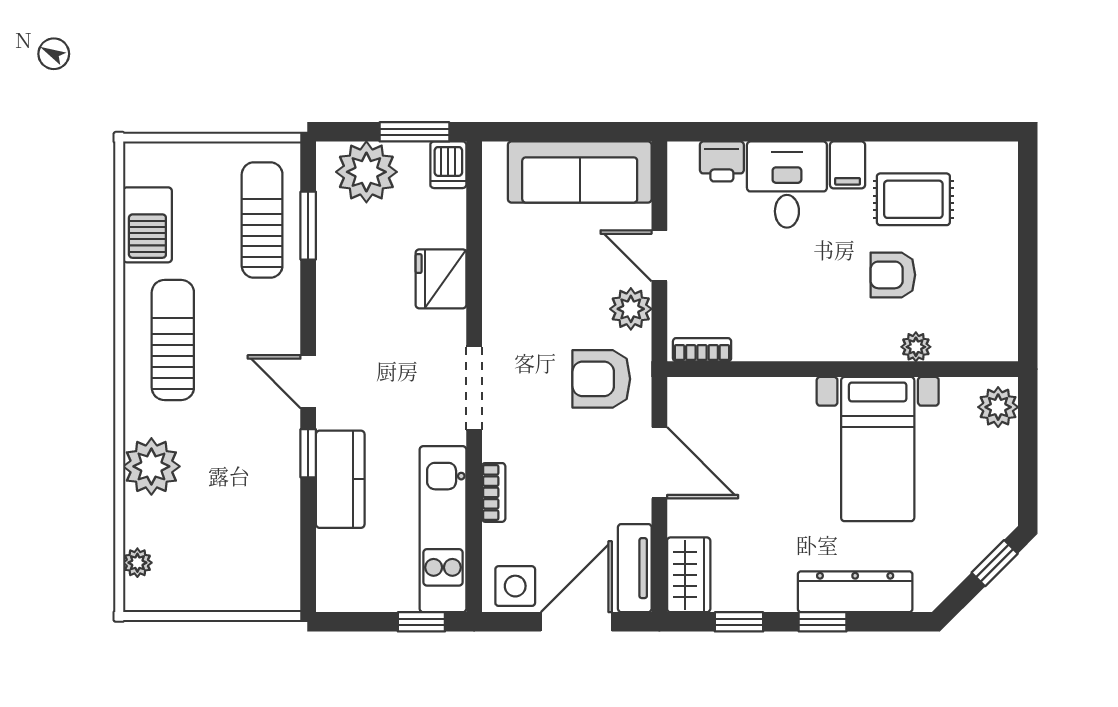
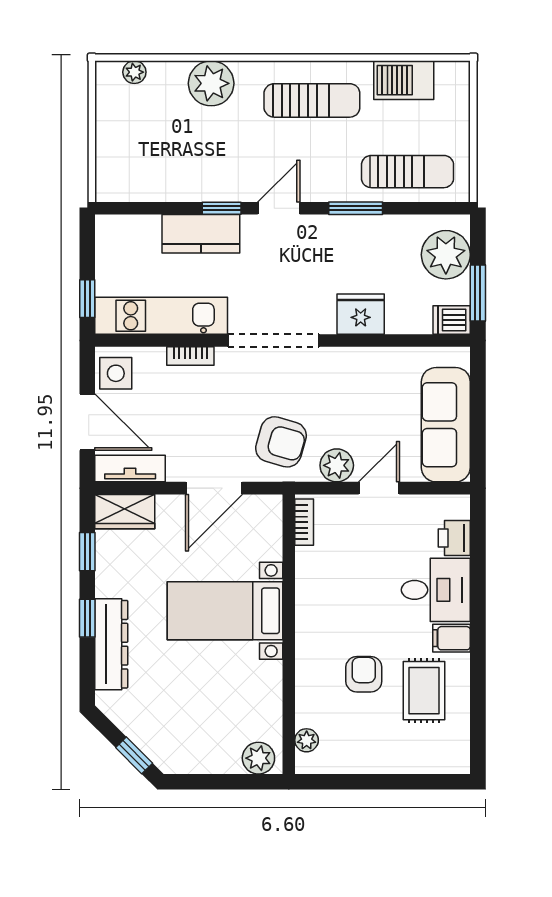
window: (308, 226) -> (356, 208), moved
plant: (916, 347) -> (307, 740), moved
armchair: (601, 379) -> (281, 442), turned 106
doorway: (474, 388) -> (273, 341), width x1.36
bed with nightstands: (878, 449) -> (225, 611), moved

